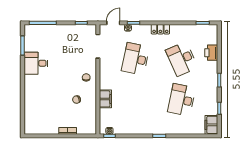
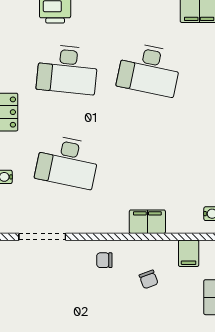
desk: (182, 59) -> (67, 69), turned 30
filing cabinet: (90, 120) -> (189, 253), added

